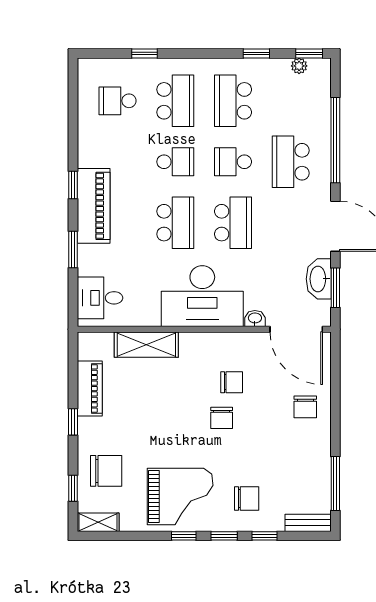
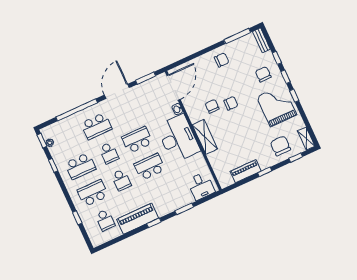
school desk: (175, 162) -> (121, 180), turned 180
piano: (94, 206) -> (138, 219), moved
washbasin: (319, 279) -> (145, 88), removed
shelving: (146, 345) -> (205, 137), moved
chair: (305, 407) -> (222, 60), moved

